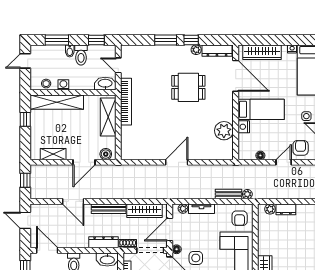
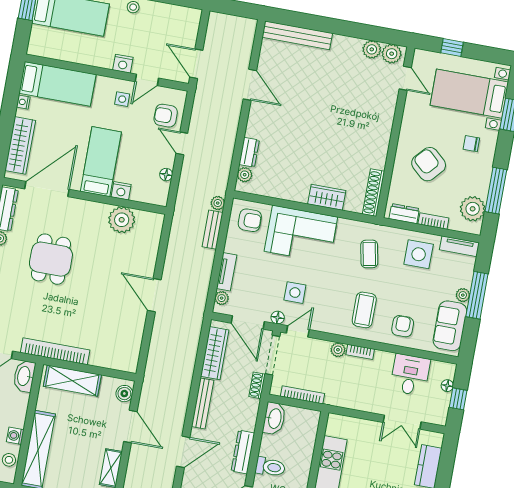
dresser: (103, 242) -> (243, 452), moved

